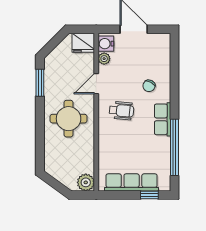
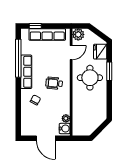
fridge: (83, 43) -> (100, 52), moved, turned -90
window: (40, 83) -> (109, 71), moved
door: (96, 84) -> (71, 53), moved
row of seats: (163, 119) -> (26, 72), width x1.48

